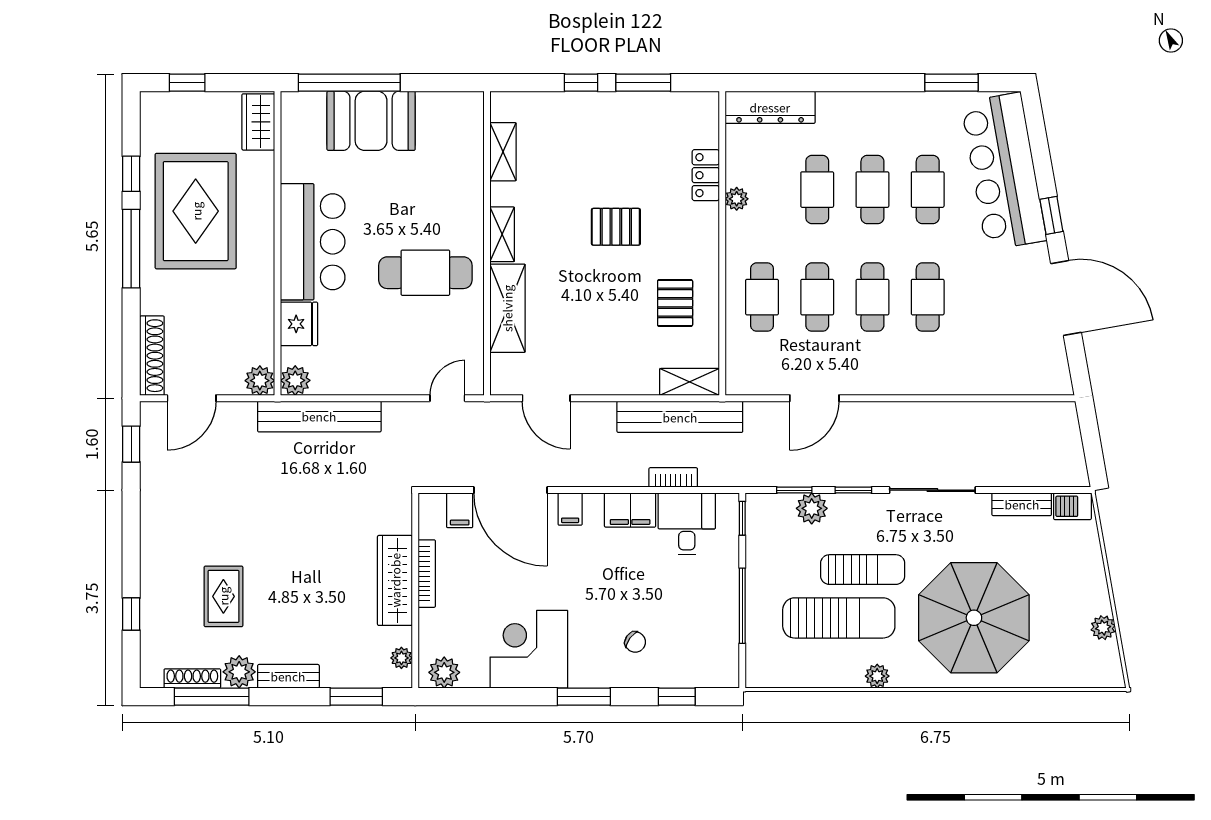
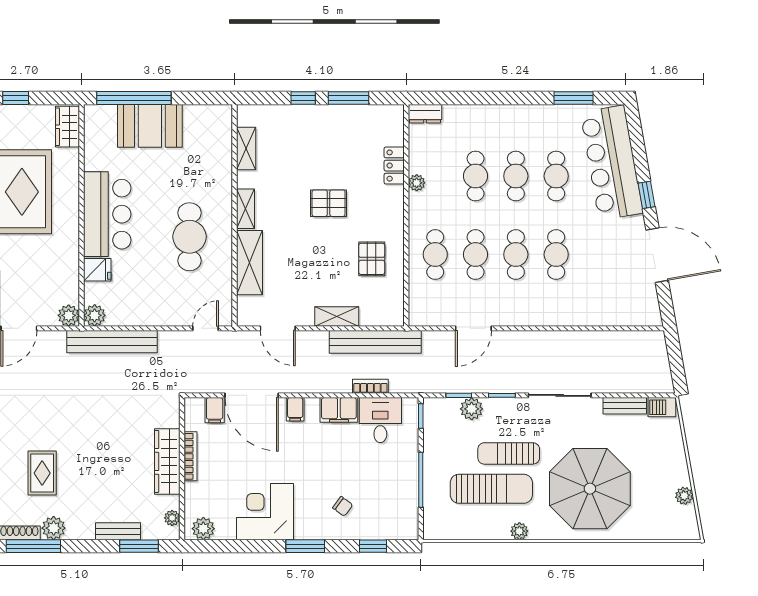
dresser: (770, 107) -> (425, 114), width x0.51, depth x0.80
cafe table: (425, 273) -> (189, 237), turned 90
fridge: (299, 324) -> (97, 270), width x0.72
shelving: (689, 382) -> (337, 316), moved
sun lounger: (863, 570) -> (509, 453), turned 180
bench: (288, 676) -> (118, 531), moved

